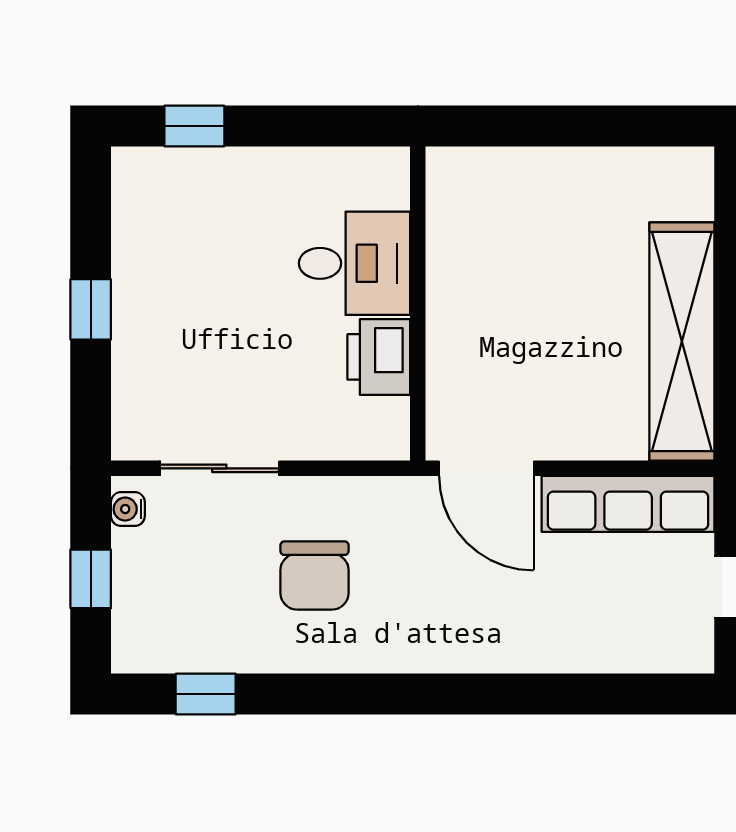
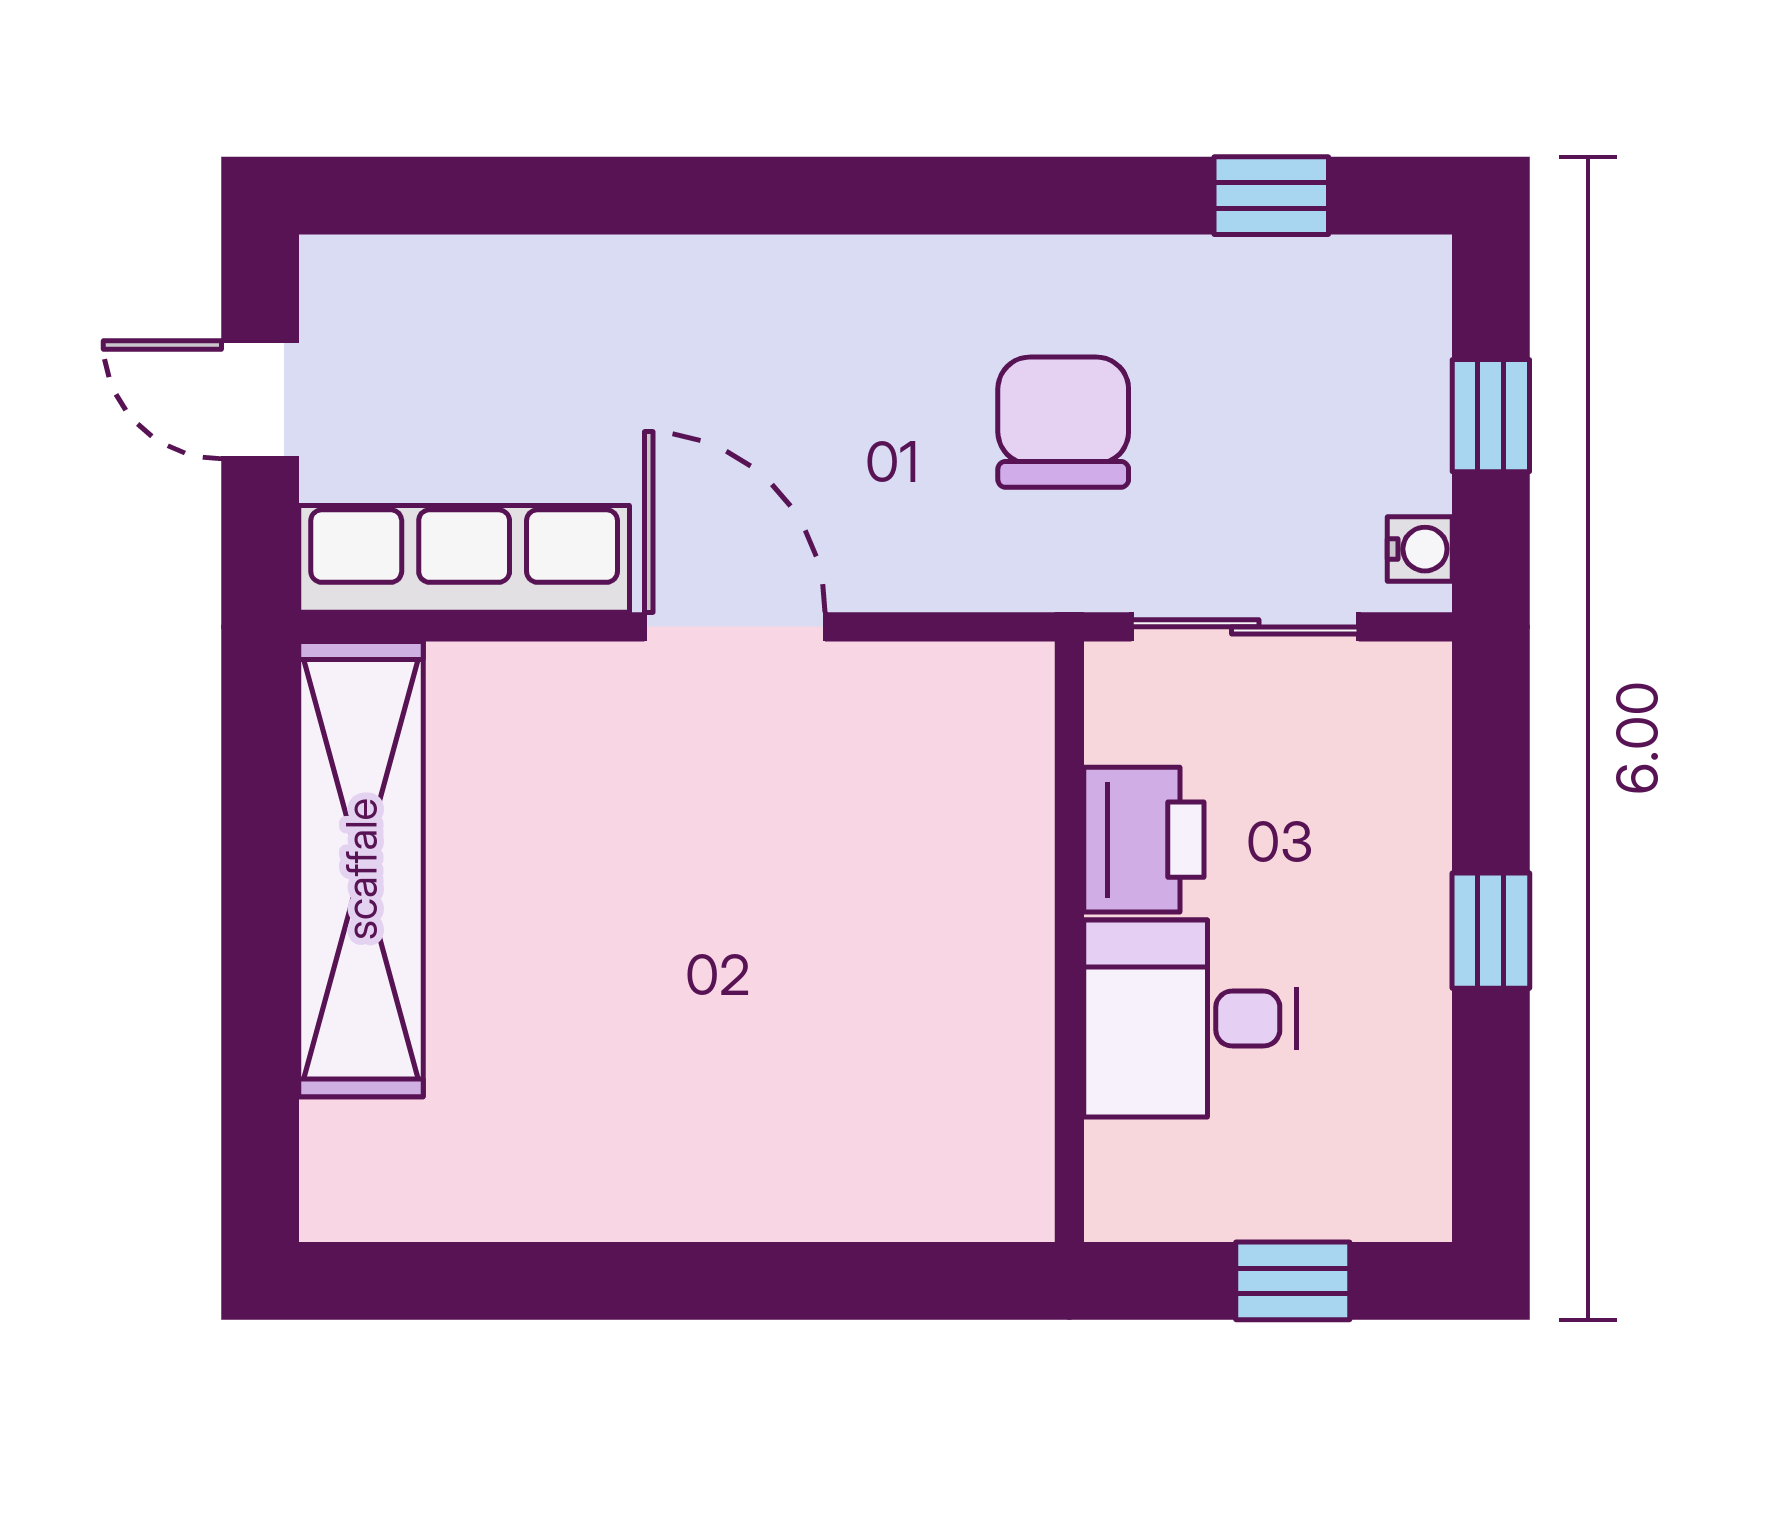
desk: (354, 263) -> (1190, 1019), moved
wall: (418, 303) -> (1069, 942), moved
printer: (379, 357) -> (1144, 840), moved

